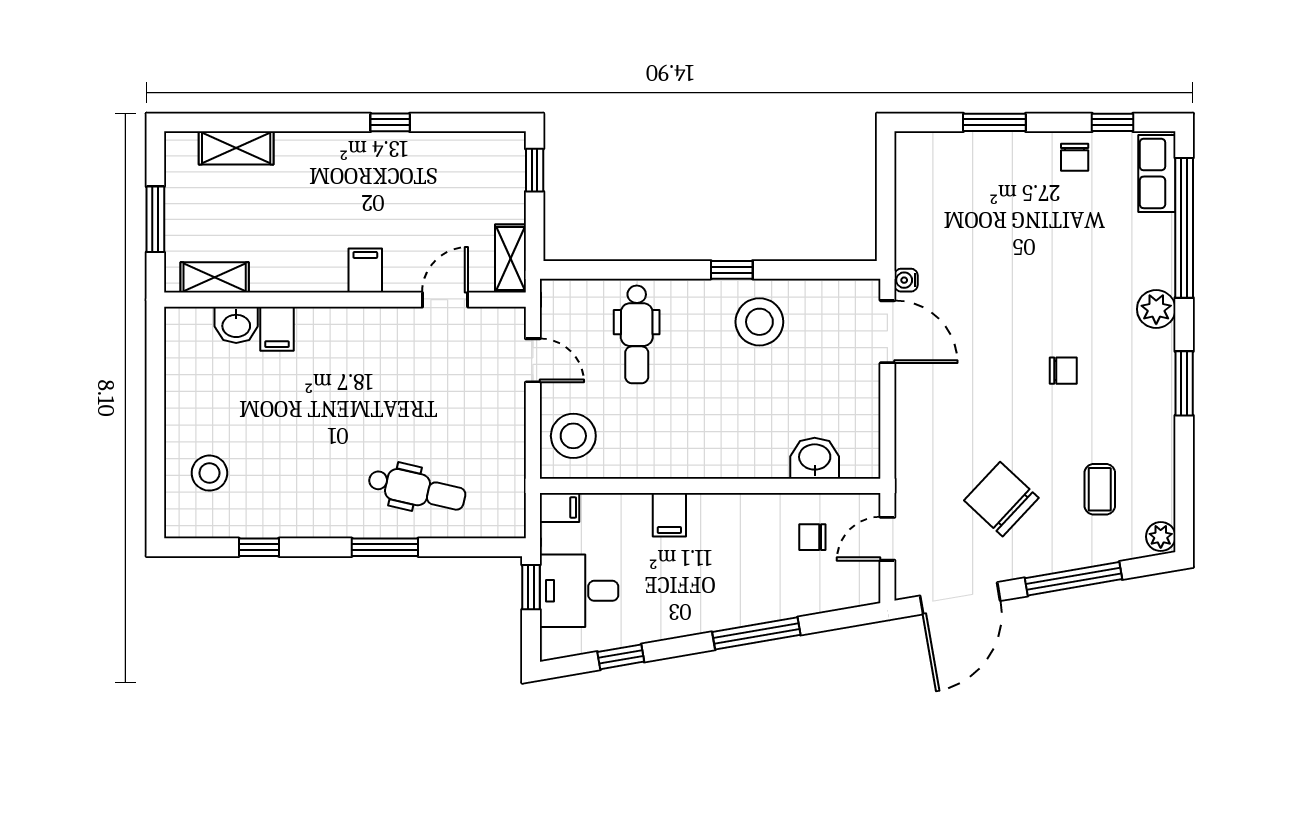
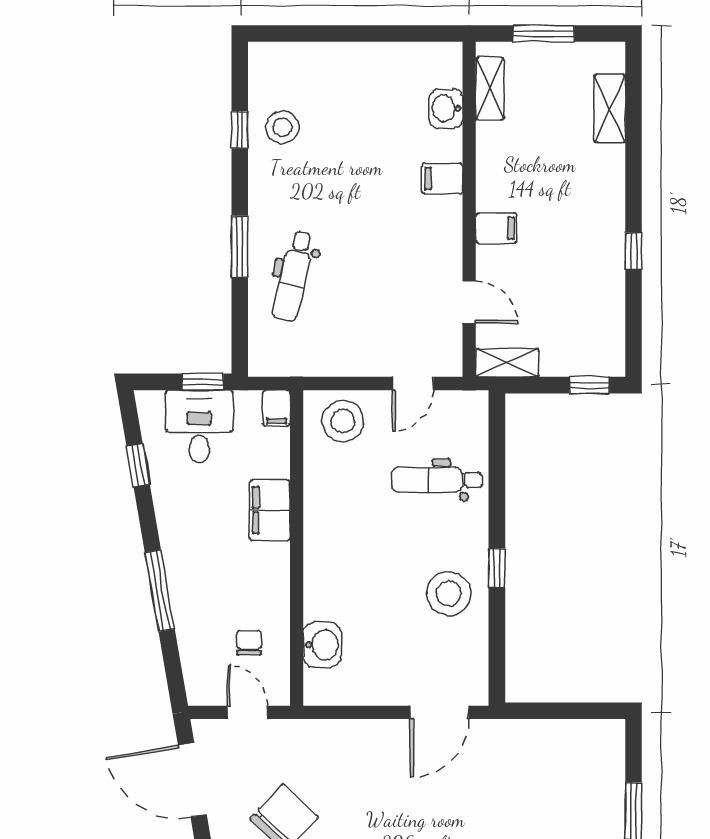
water cooler: (906, 280) -> (487, 730), removed
filing cabinet: (277, 329) -> (442, 179), moved
stool: (209, 473) -> (282, 127), moved
filing cabinet: (669, 515) -> (270, 510), width x2.00

